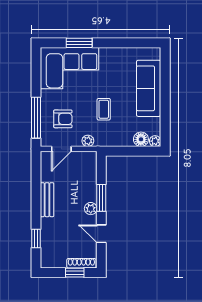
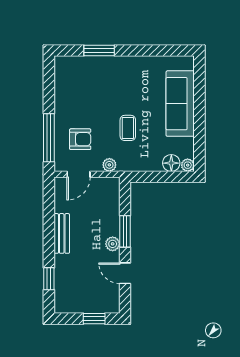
corner sofa: (70, 68) -> (88, 80), removed
shoe rack: (81, 263) -> (102, 308), removed

